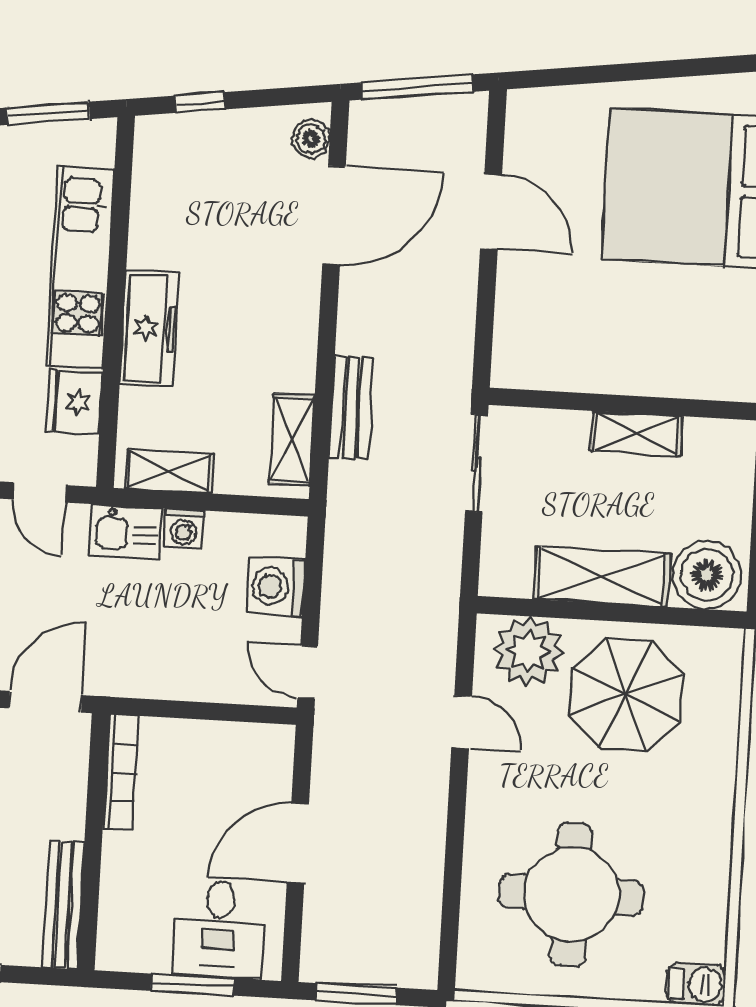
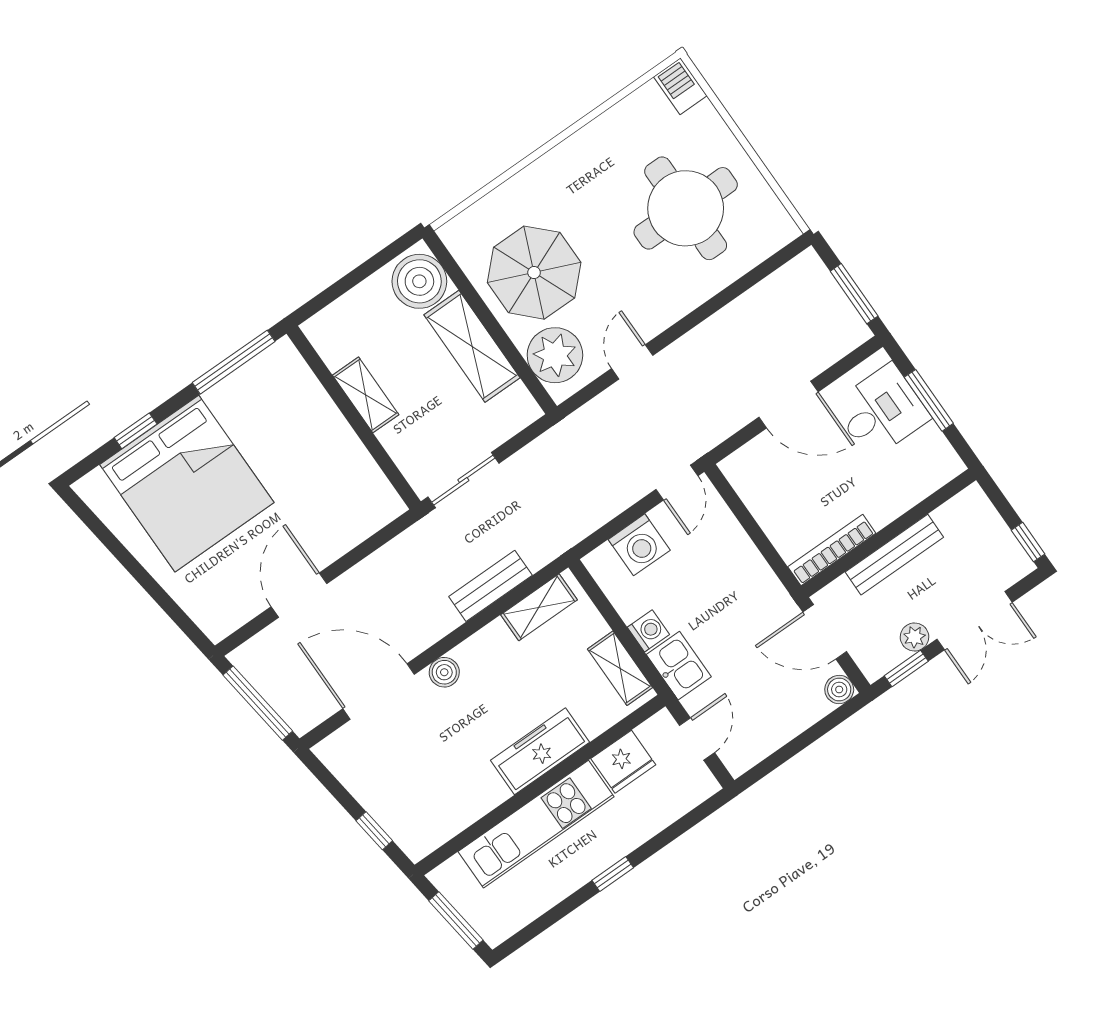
boiler: (311, 139) -> (444, 672), moved
bench: (63, 905) -> (894, 555), moved

